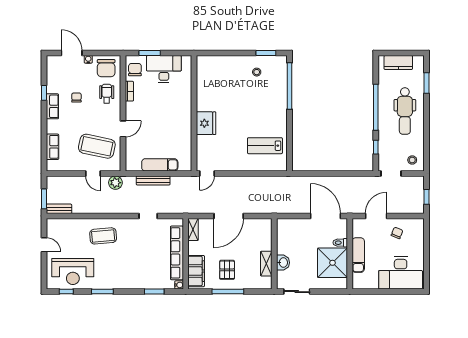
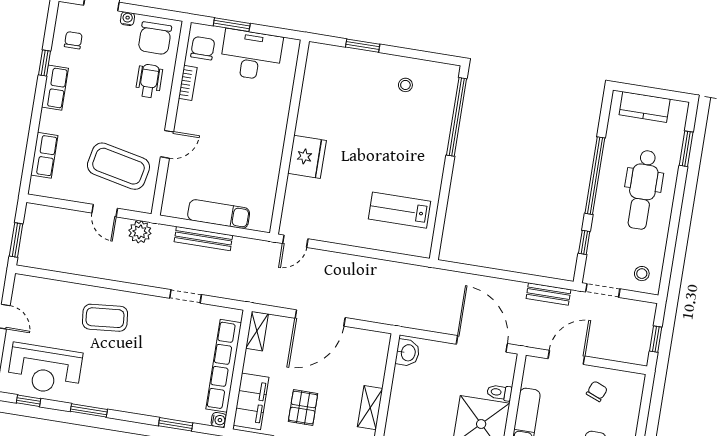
window: (266, 53) -> (363, 46), moved
chair: (76, 97) -> (73, 40), moved
bench: (59, 209) -> (548, 294), moved
washbasin: (283, 263) -> (408, 353), moved

